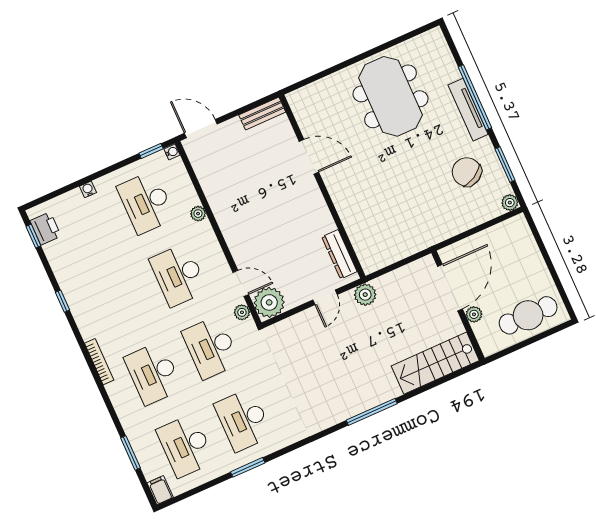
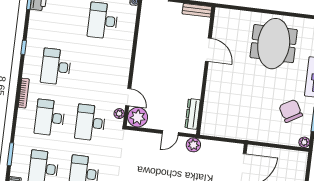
plant: (198, 214) -> (128, 44), removed
desk: (179, 275) -> (56, 67), moved

